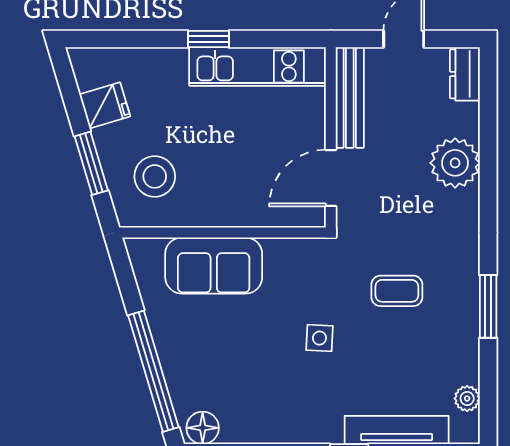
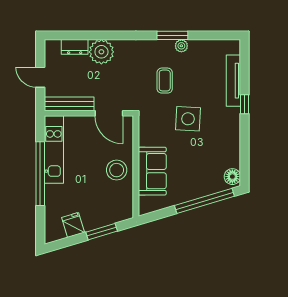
window: (209, 39) -> (40, 174), width x3.17
dresser: (465, 74) -> (75, 47), moved
stool: (155, 176) -> (117, 170), moved
side table: (319, 338) -> (188, 119), width x1.87, depth x1.87
plant: (467, 398) -> (181, 46), moved

